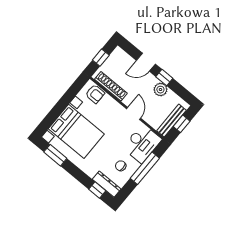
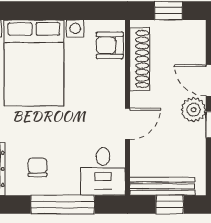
plant: (160, 90) -> (194, 110), moved
armchair: (95, 94) -> (110, 45), turned 90
desk: (142, 143) -> (103, 171), width x0.73

